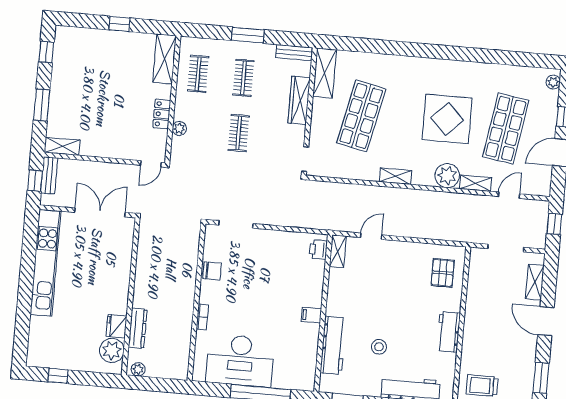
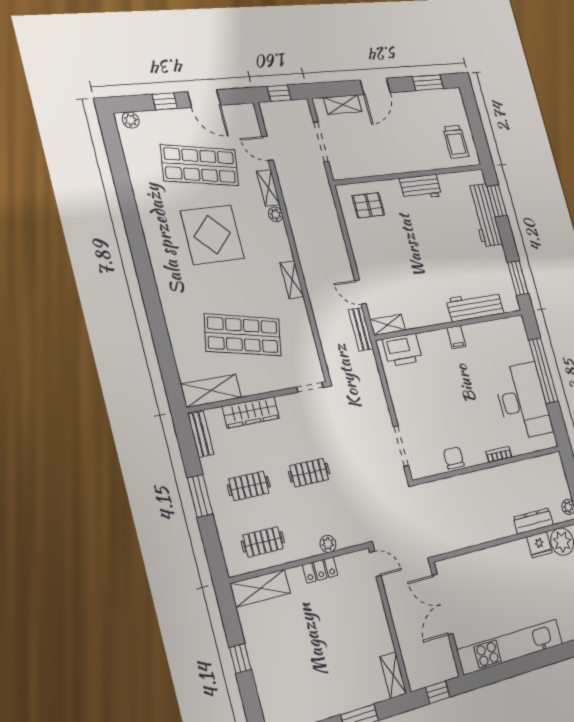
bench: (49, 175) -> (361, 329), moved, turned 90
plant: (447, 176) -> (276, 214), width x0.53, depth x0.53
printer: (318, 250) -> (402, 350), width x1.87, depth x1.48
stool: (379, 347) -> (459, 257), removed

